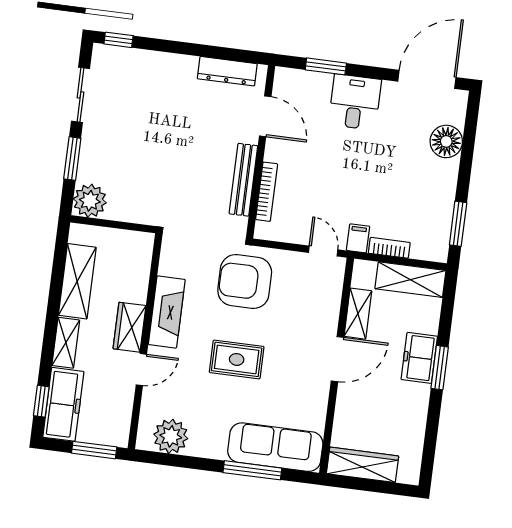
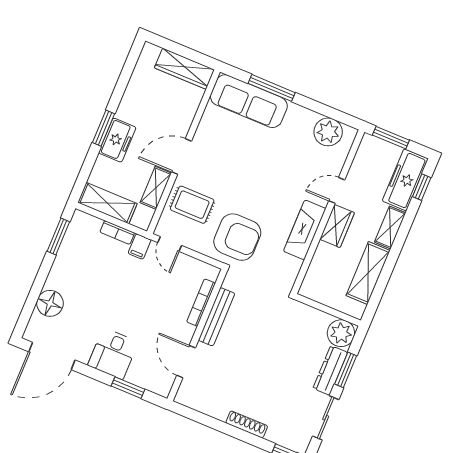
shoe rack: (172, 61) -> (247, 424), added
dresser: (227, 71) -> (330, 370), moved, turned -90
rug: (237, 359) -> (192, 205), moved

